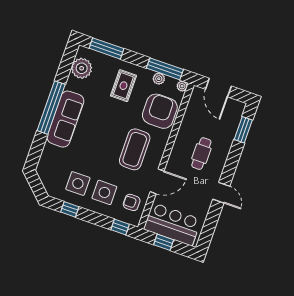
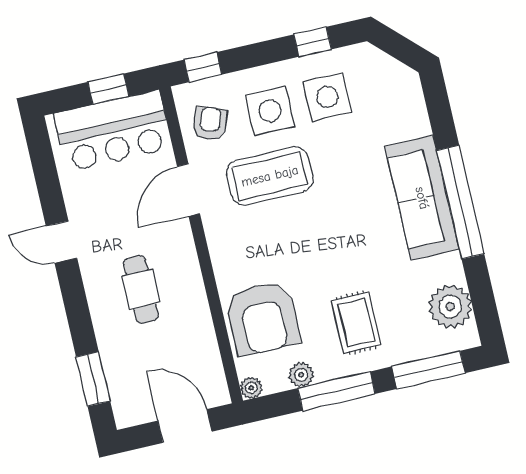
window: (165, 69) -> (336, 391), moved
coffee table: (135, 149) -> (270, 176), moved, turned 90
armchair: (132, 202) -> (210, 124), turned -70

